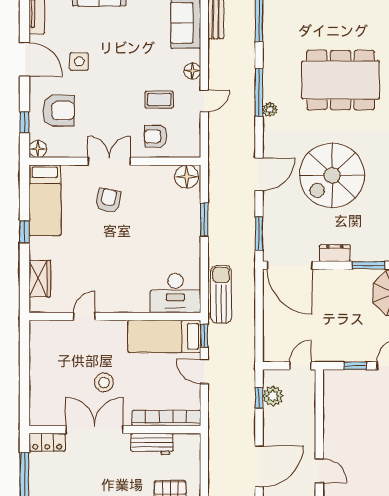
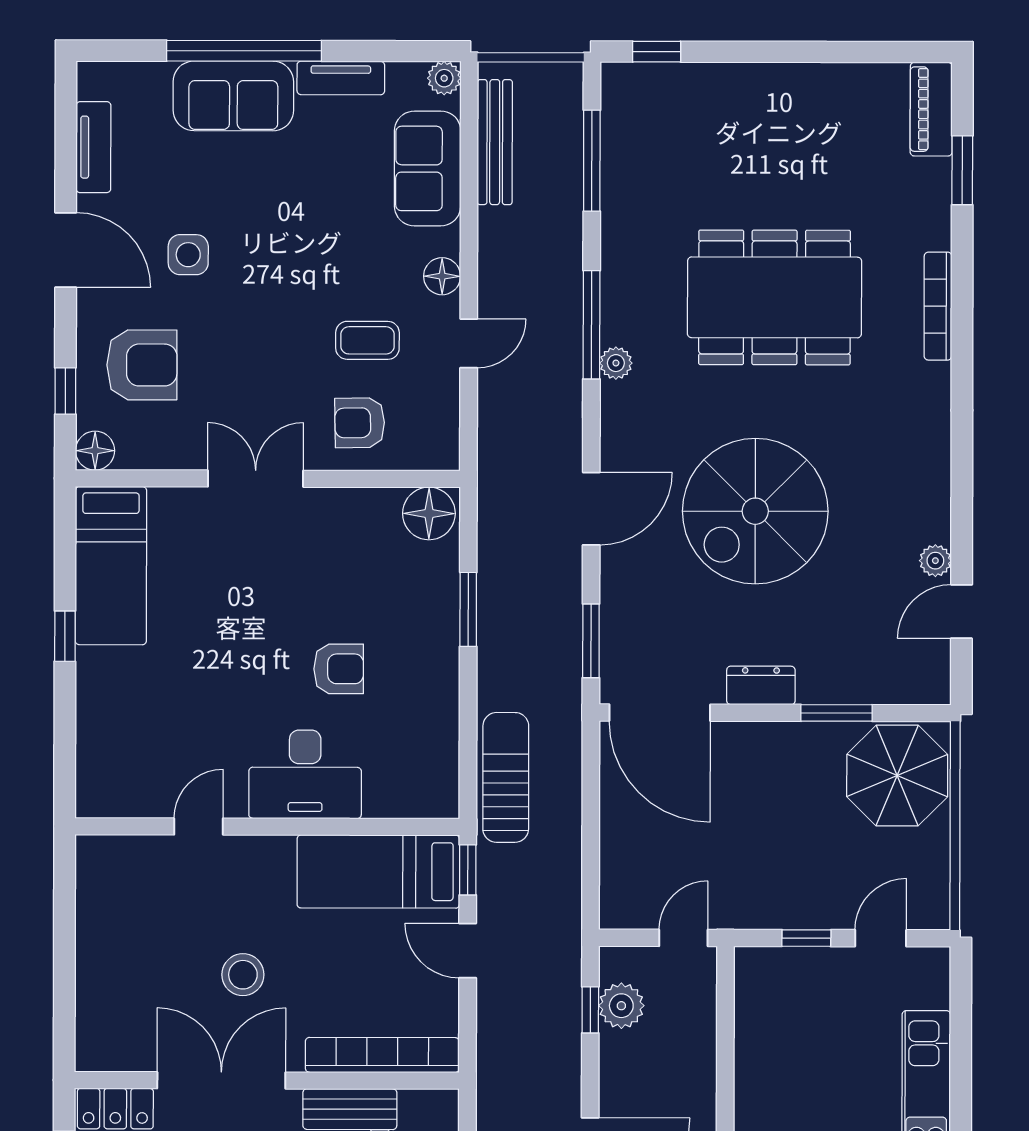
armchair: (108, 200) -> (339, 669), moved, turned 80
wardrobe: (40, 279) -> (99, 742), removed
desk: (176, 293) -> (305, 774), moved

